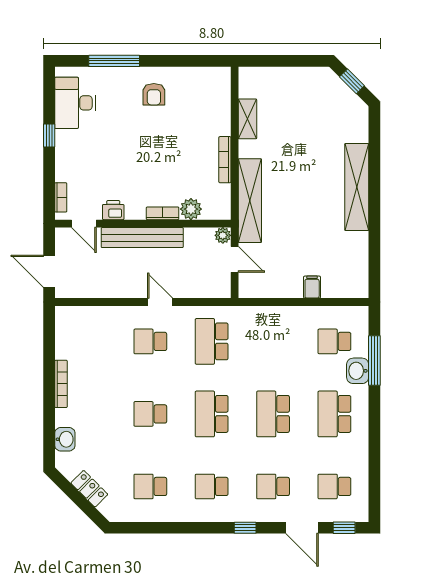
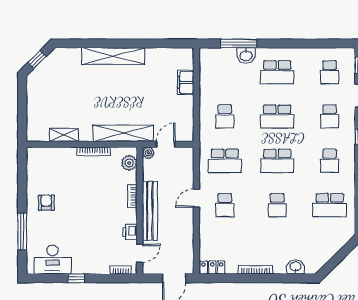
armchair: (154, 94) -> (46, 203), turned -90
plant: (191, 209) -> (129, 163), moved
filing cabinet: (312, 287) -> (186, 82), width x2.00
school desk: (334, 341) -> (225, 117), moved
school desk: (150, 486) -> (330, 205), width x1.85
locker: (89, 489) -> (212, 267), moved, turned 45

